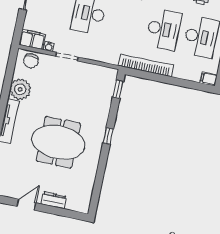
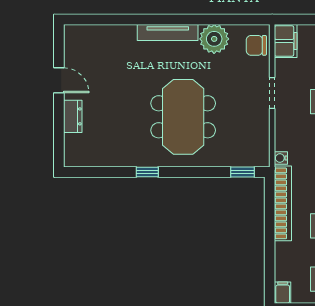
water cooler: (49, 46) -> (281, 158), moved
window: (108, 136) -> (147, 172), moved
meeting table: (58, 142) -> (183, 117), moved

